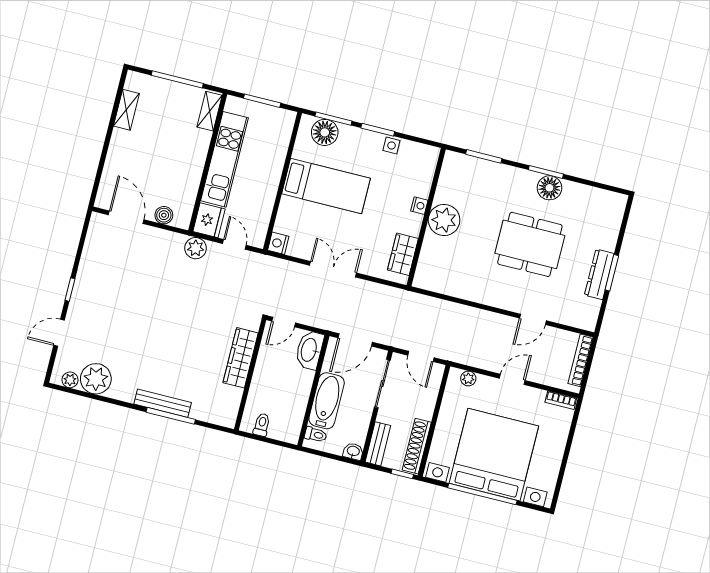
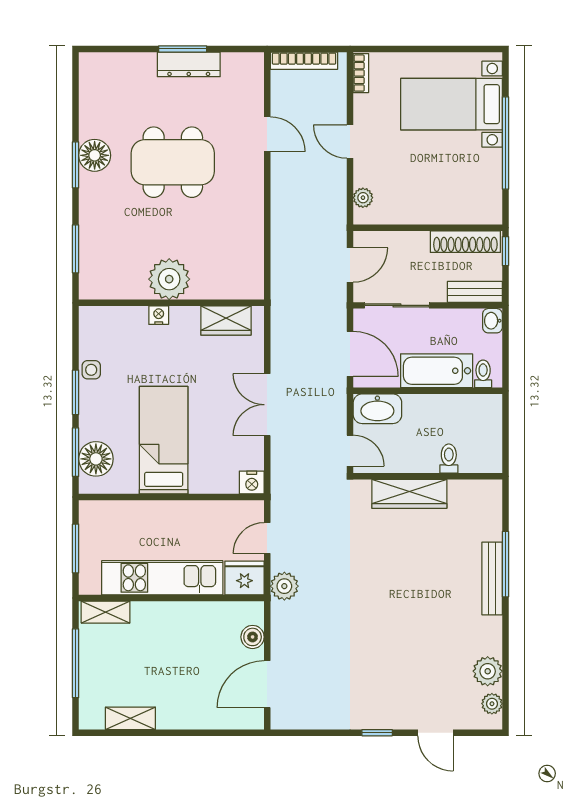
dining table: (530, 244) -> (173, 162), turned 90
plant: (96, 379) -> (488, 671), width x0.73, depth x0.73
toilet: (262, 425) -> (449, 459), moved, turned 90
bed with nightstands: (494, 455) -> (451, 104), width x0.54

